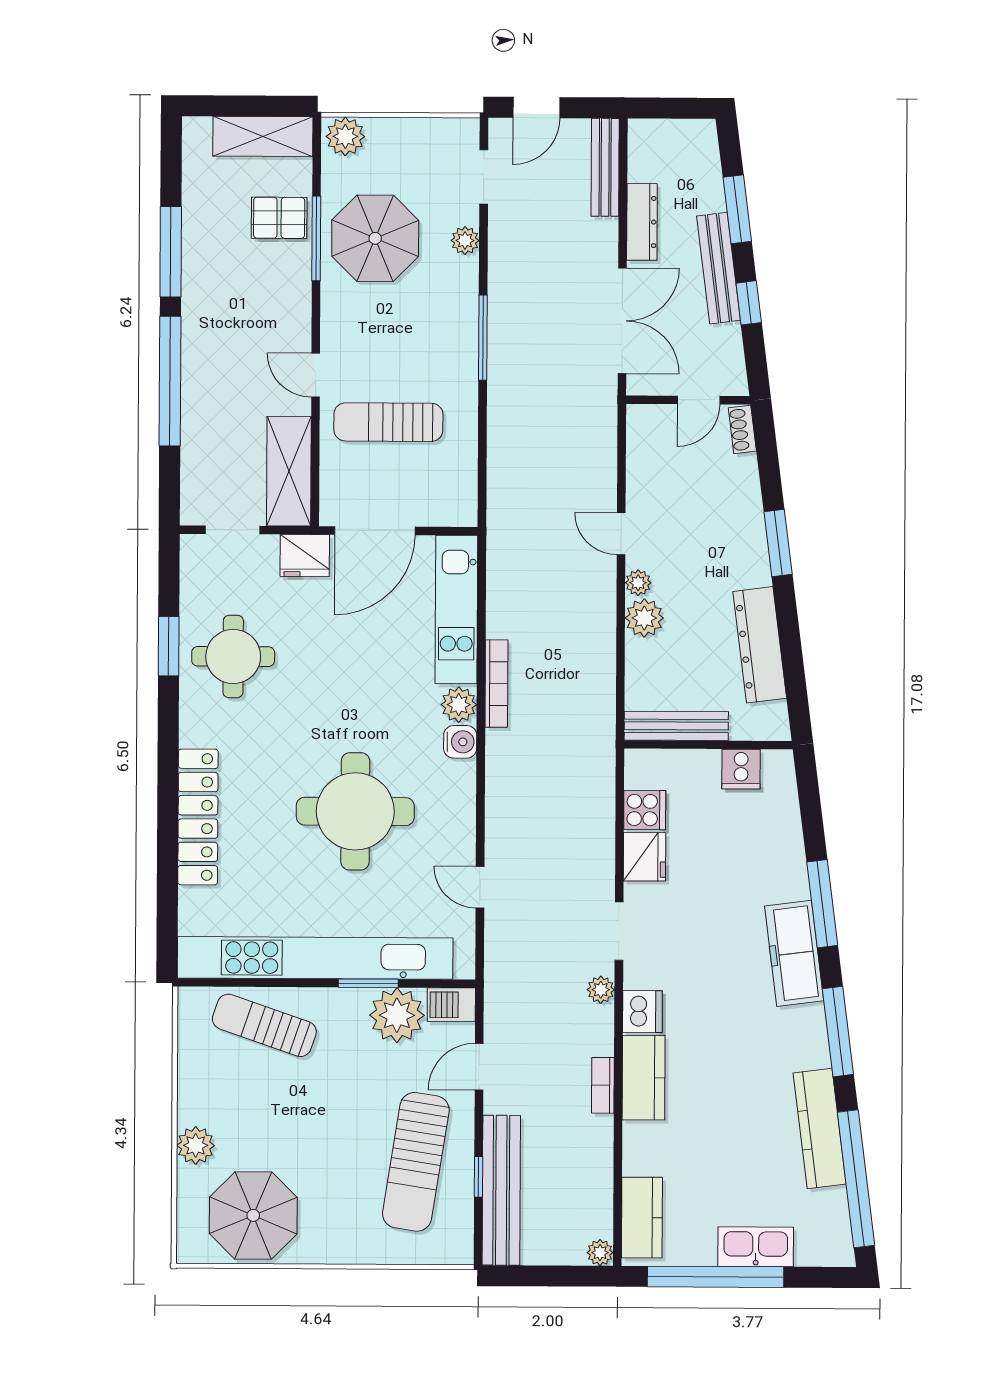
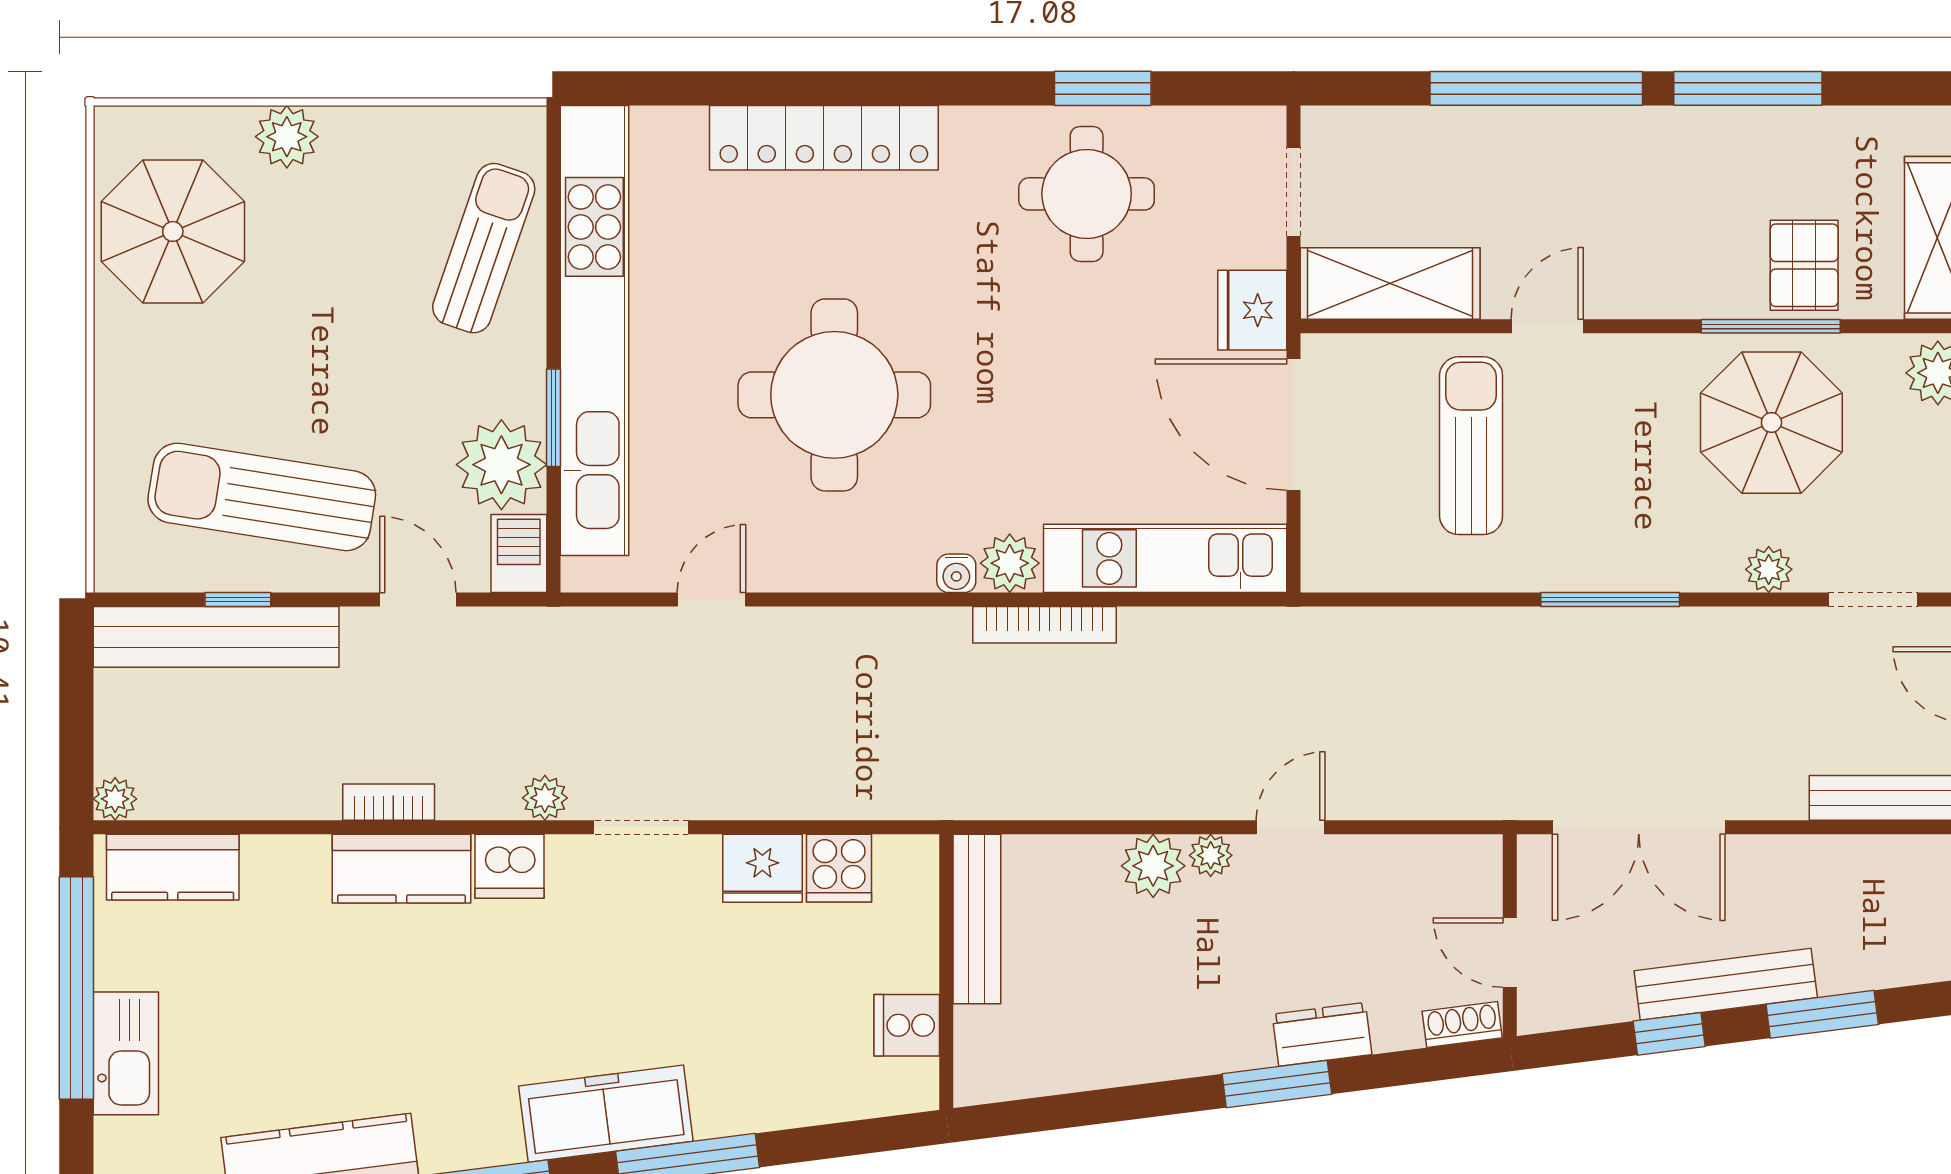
dresser: (642, 222) -> (1800, 859), removed
dresser: (760, 645) -> (1322, 1034), moved, width x0.51, depth x0.80
water cooler: (460, 742) -> (956, 573), width x0.72, depth x0.72

